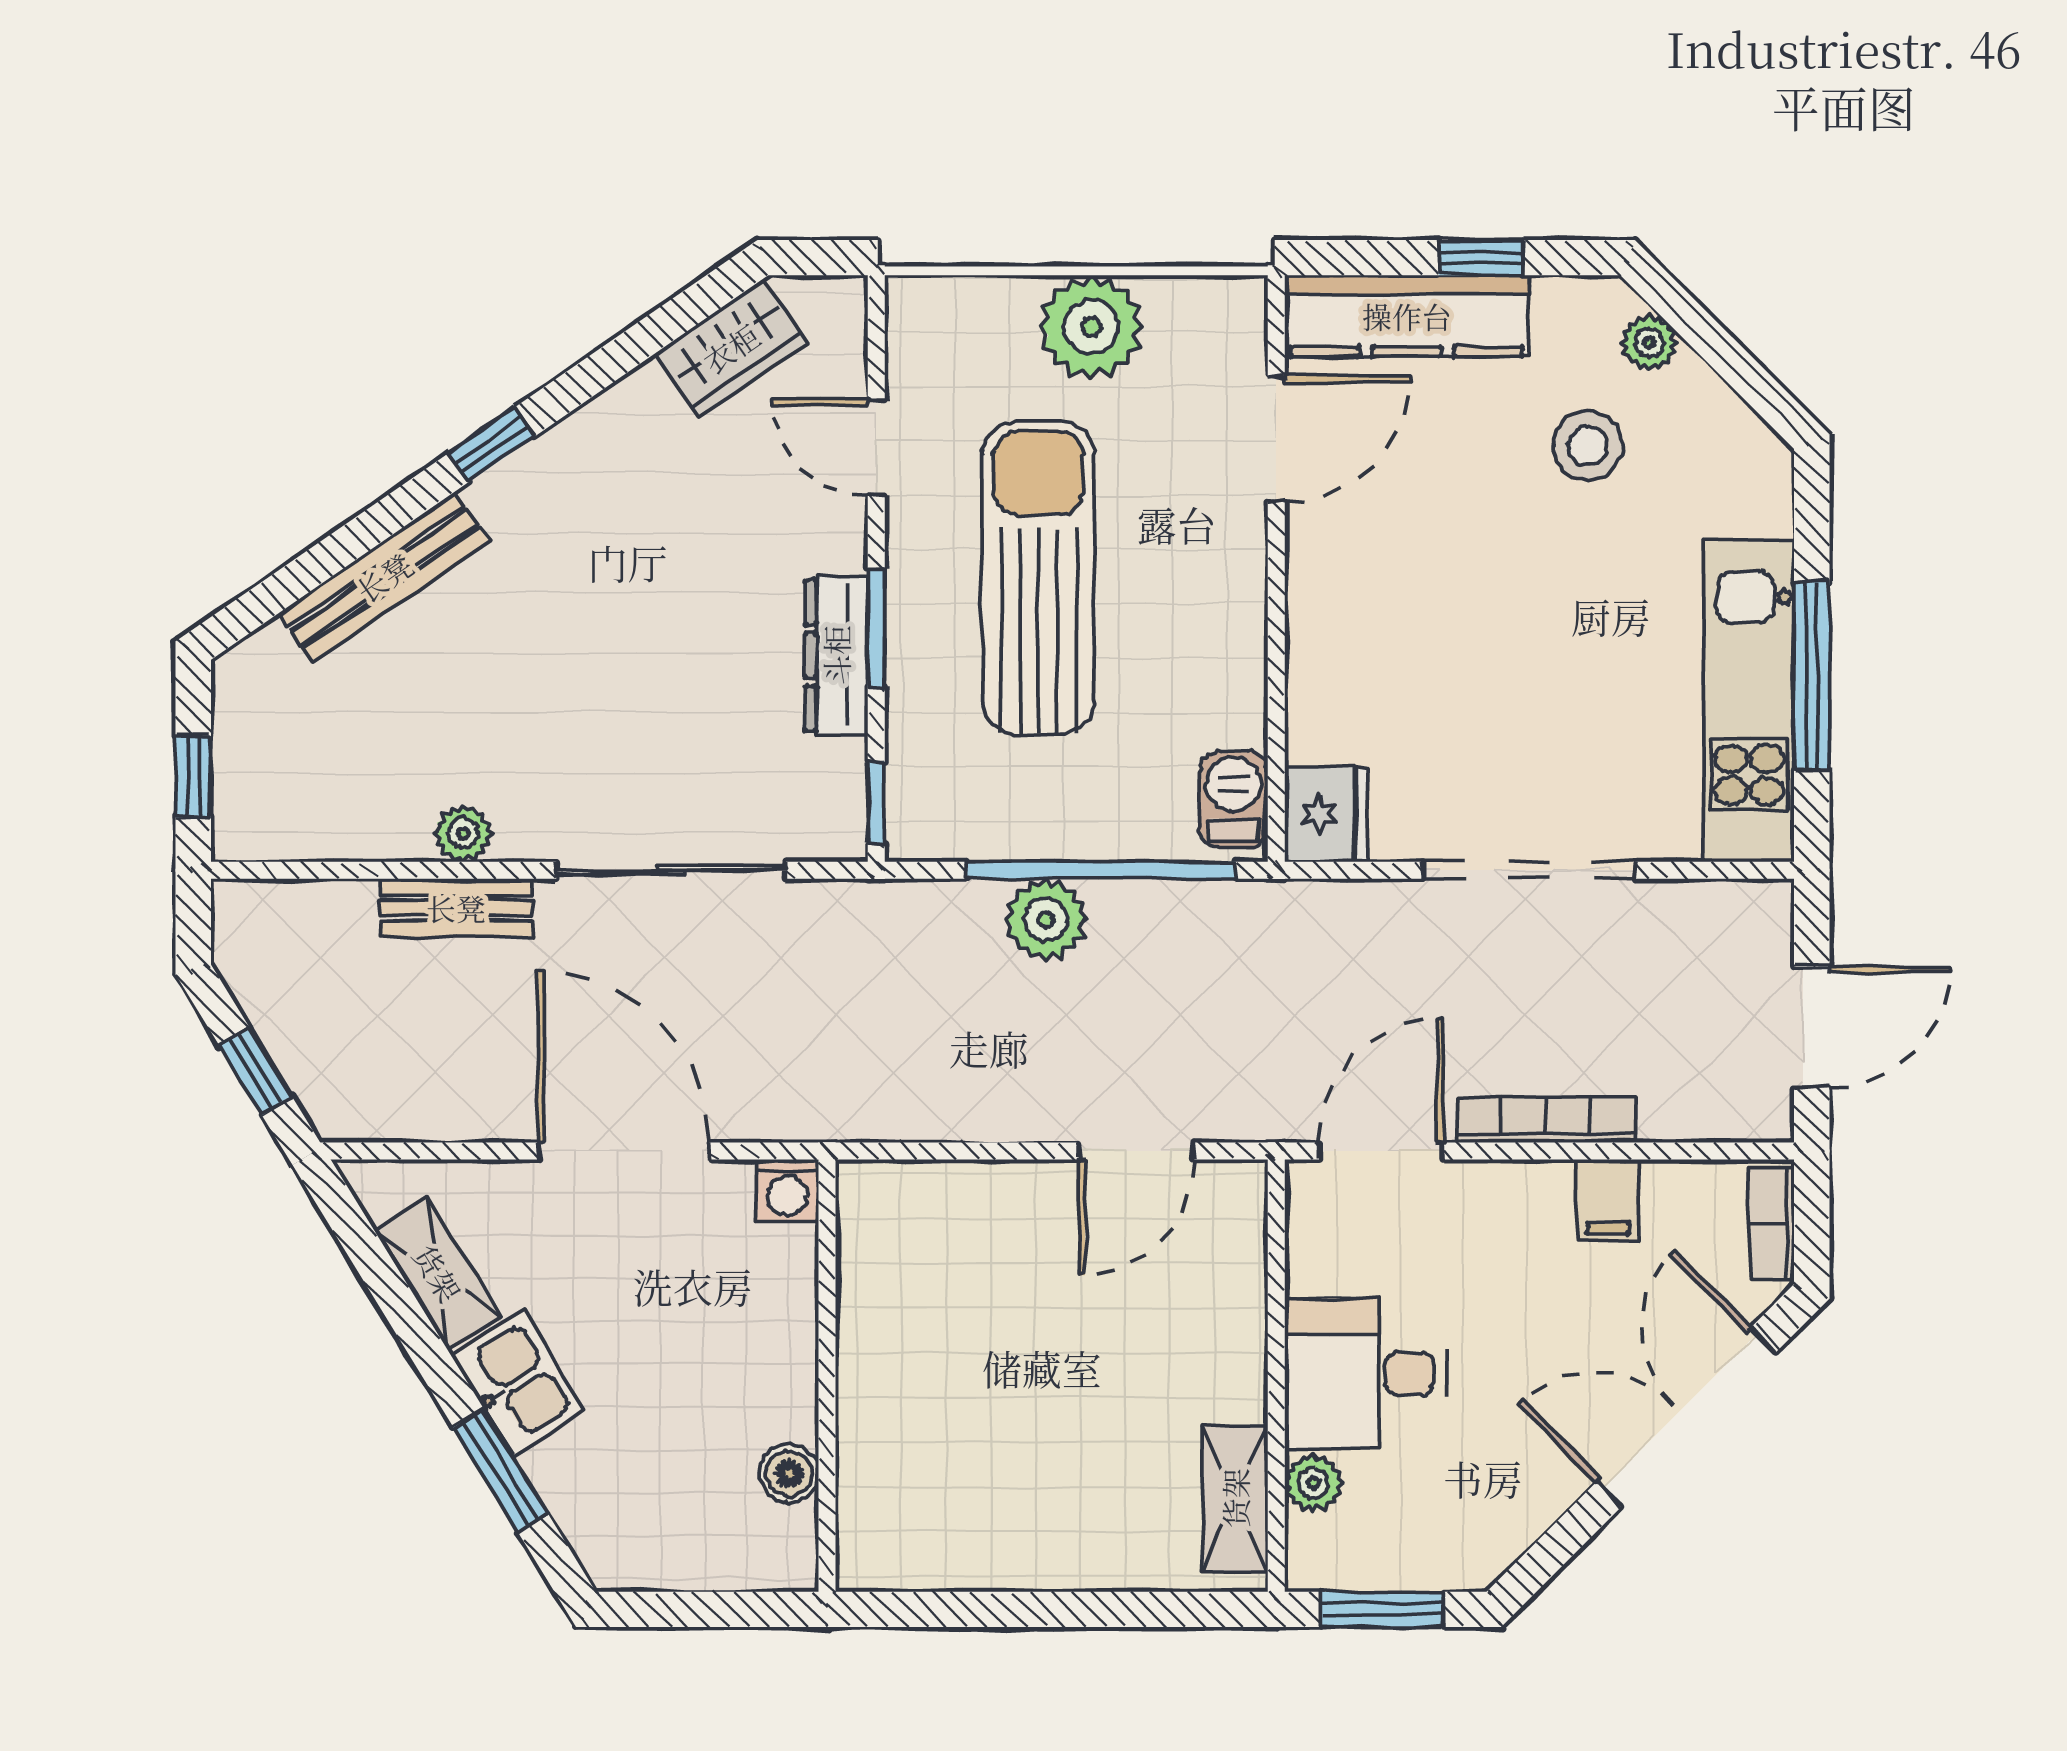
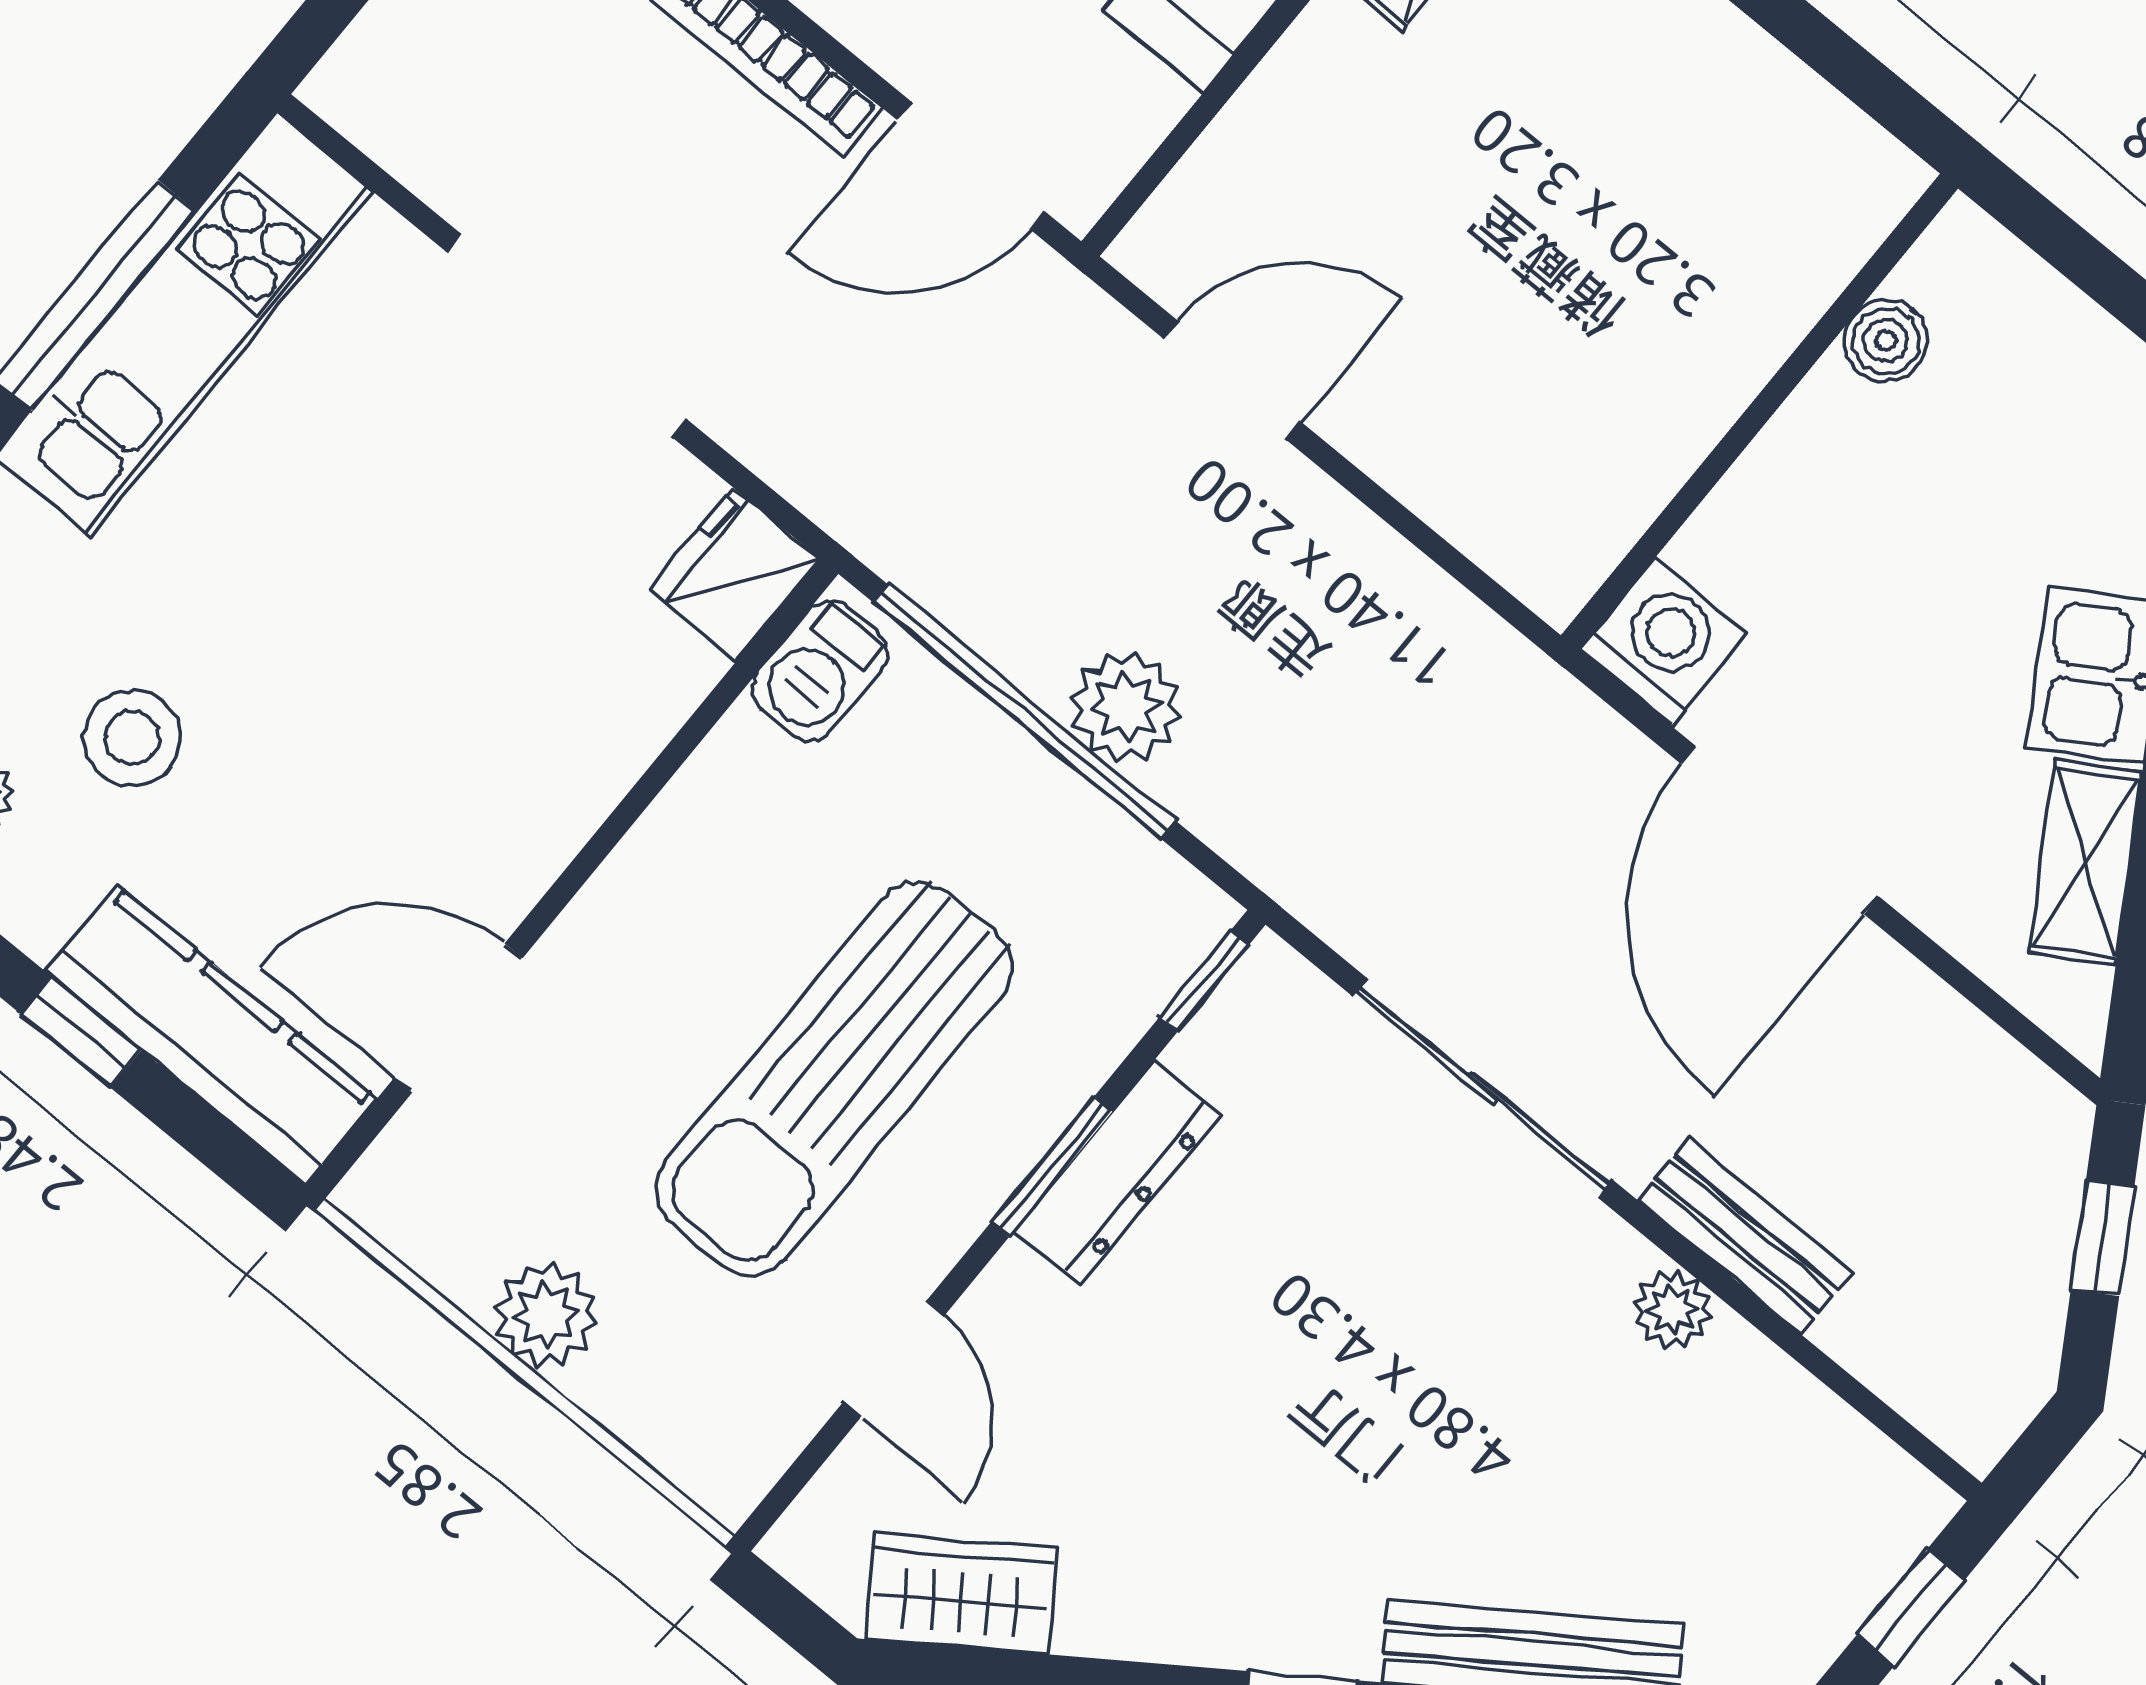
plant: (1091, 327) -> (546, 1315), width x0.73, depth x0.73
washing machine: (787, 1191) -> (1663, 642), width x1.38, depth x1.38

